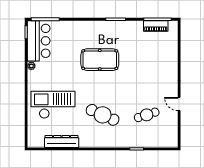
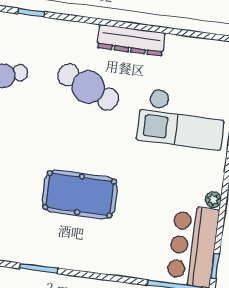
dresser: (62, 142) -> (131, 40), moved

